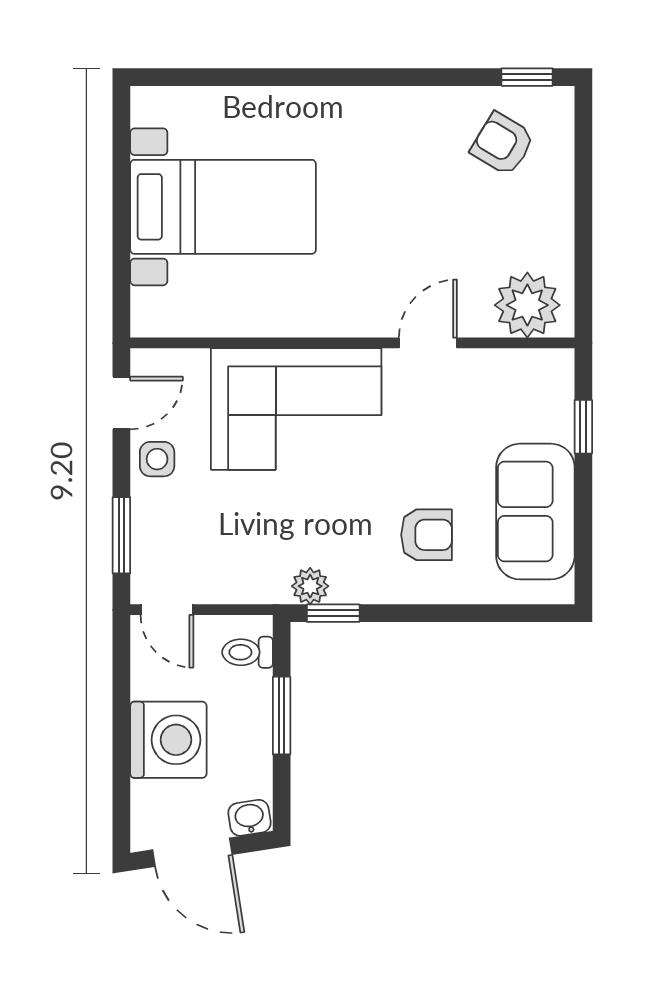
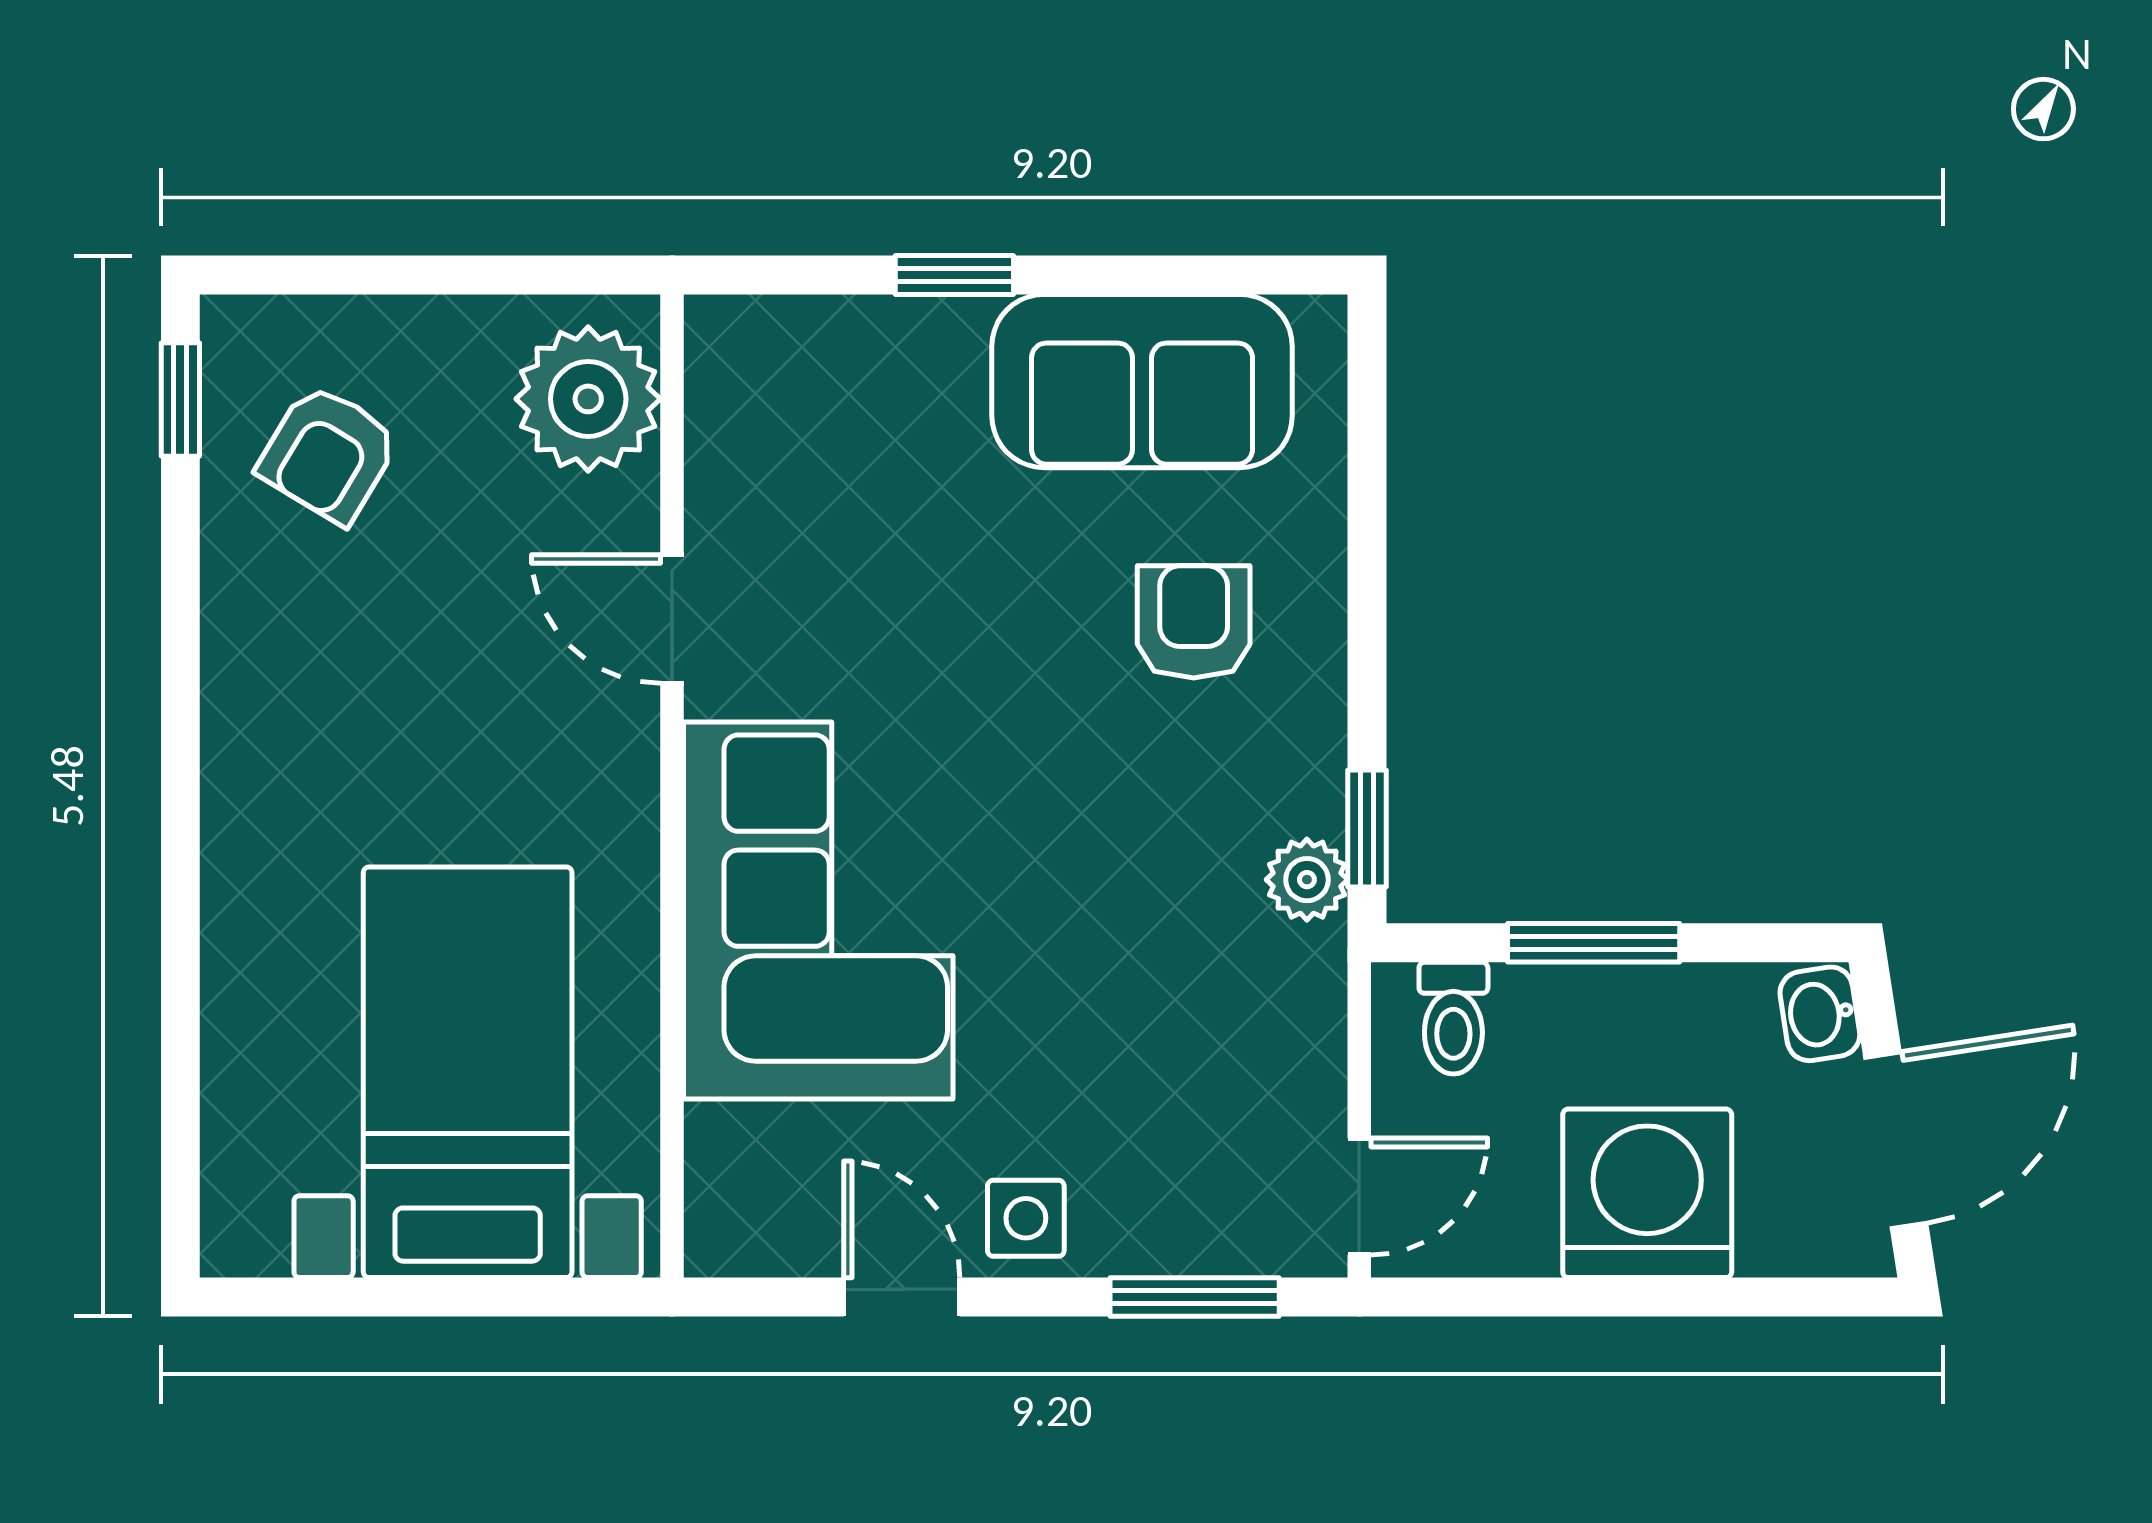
plant: (527, 305) -> (588, 399), moved
wall: (352, 343) -> (672, 786), moved
door: (428, 343) -> (672, 619), moved
corner sofa: (296, 409) -> (818, 910), moved

